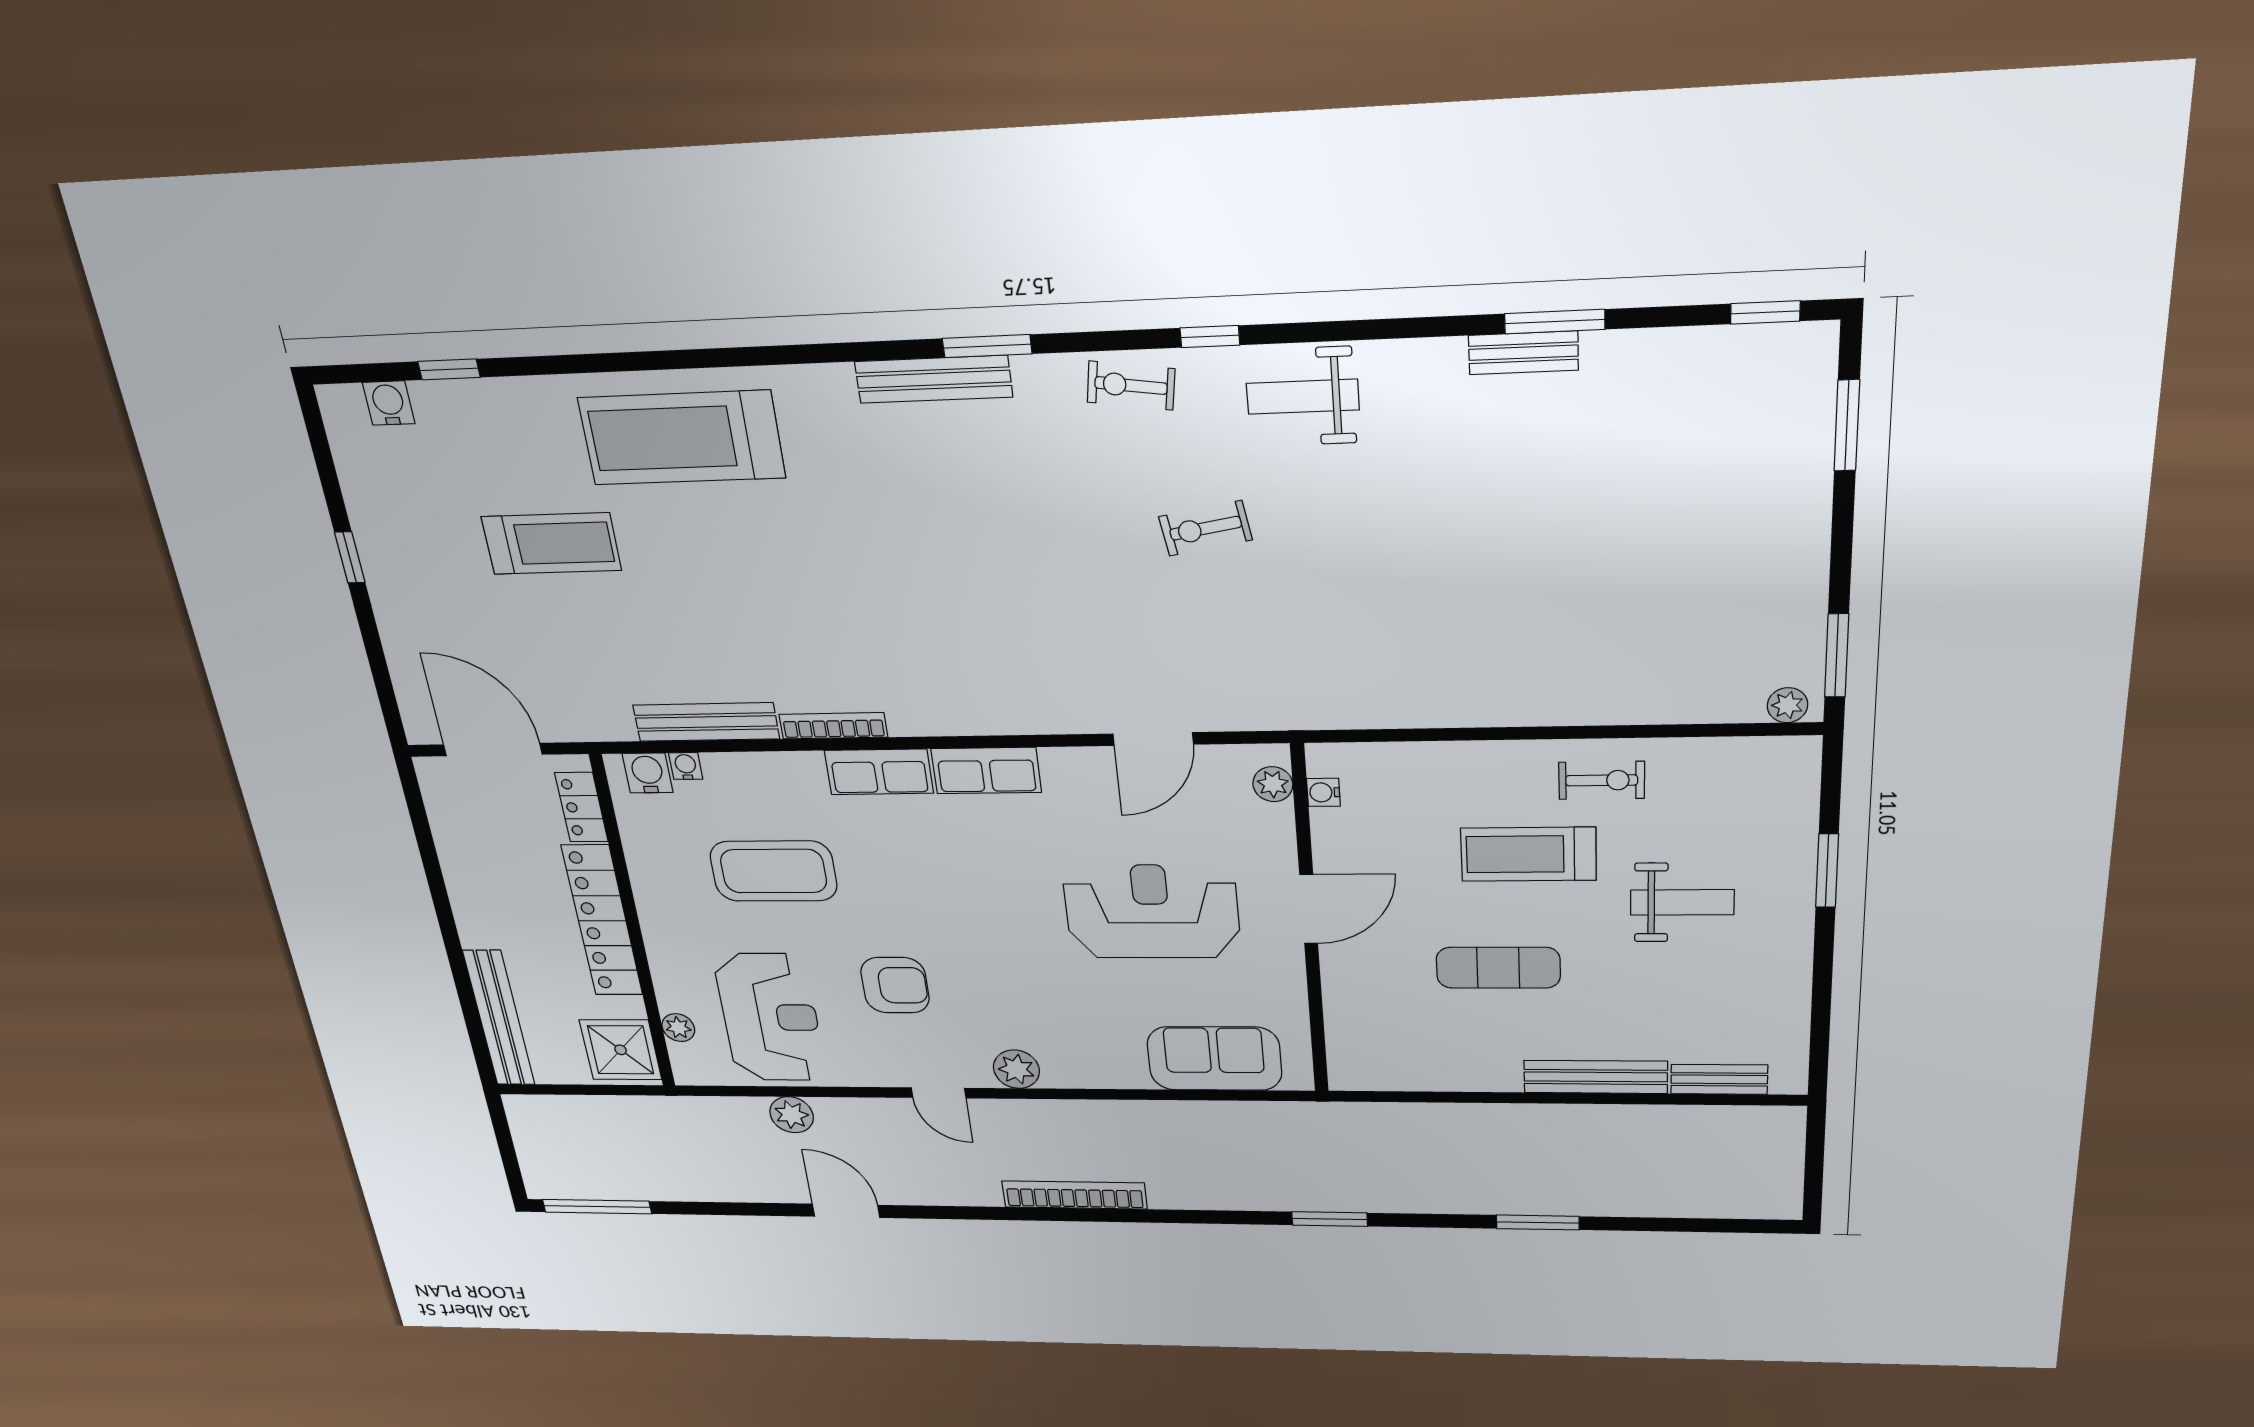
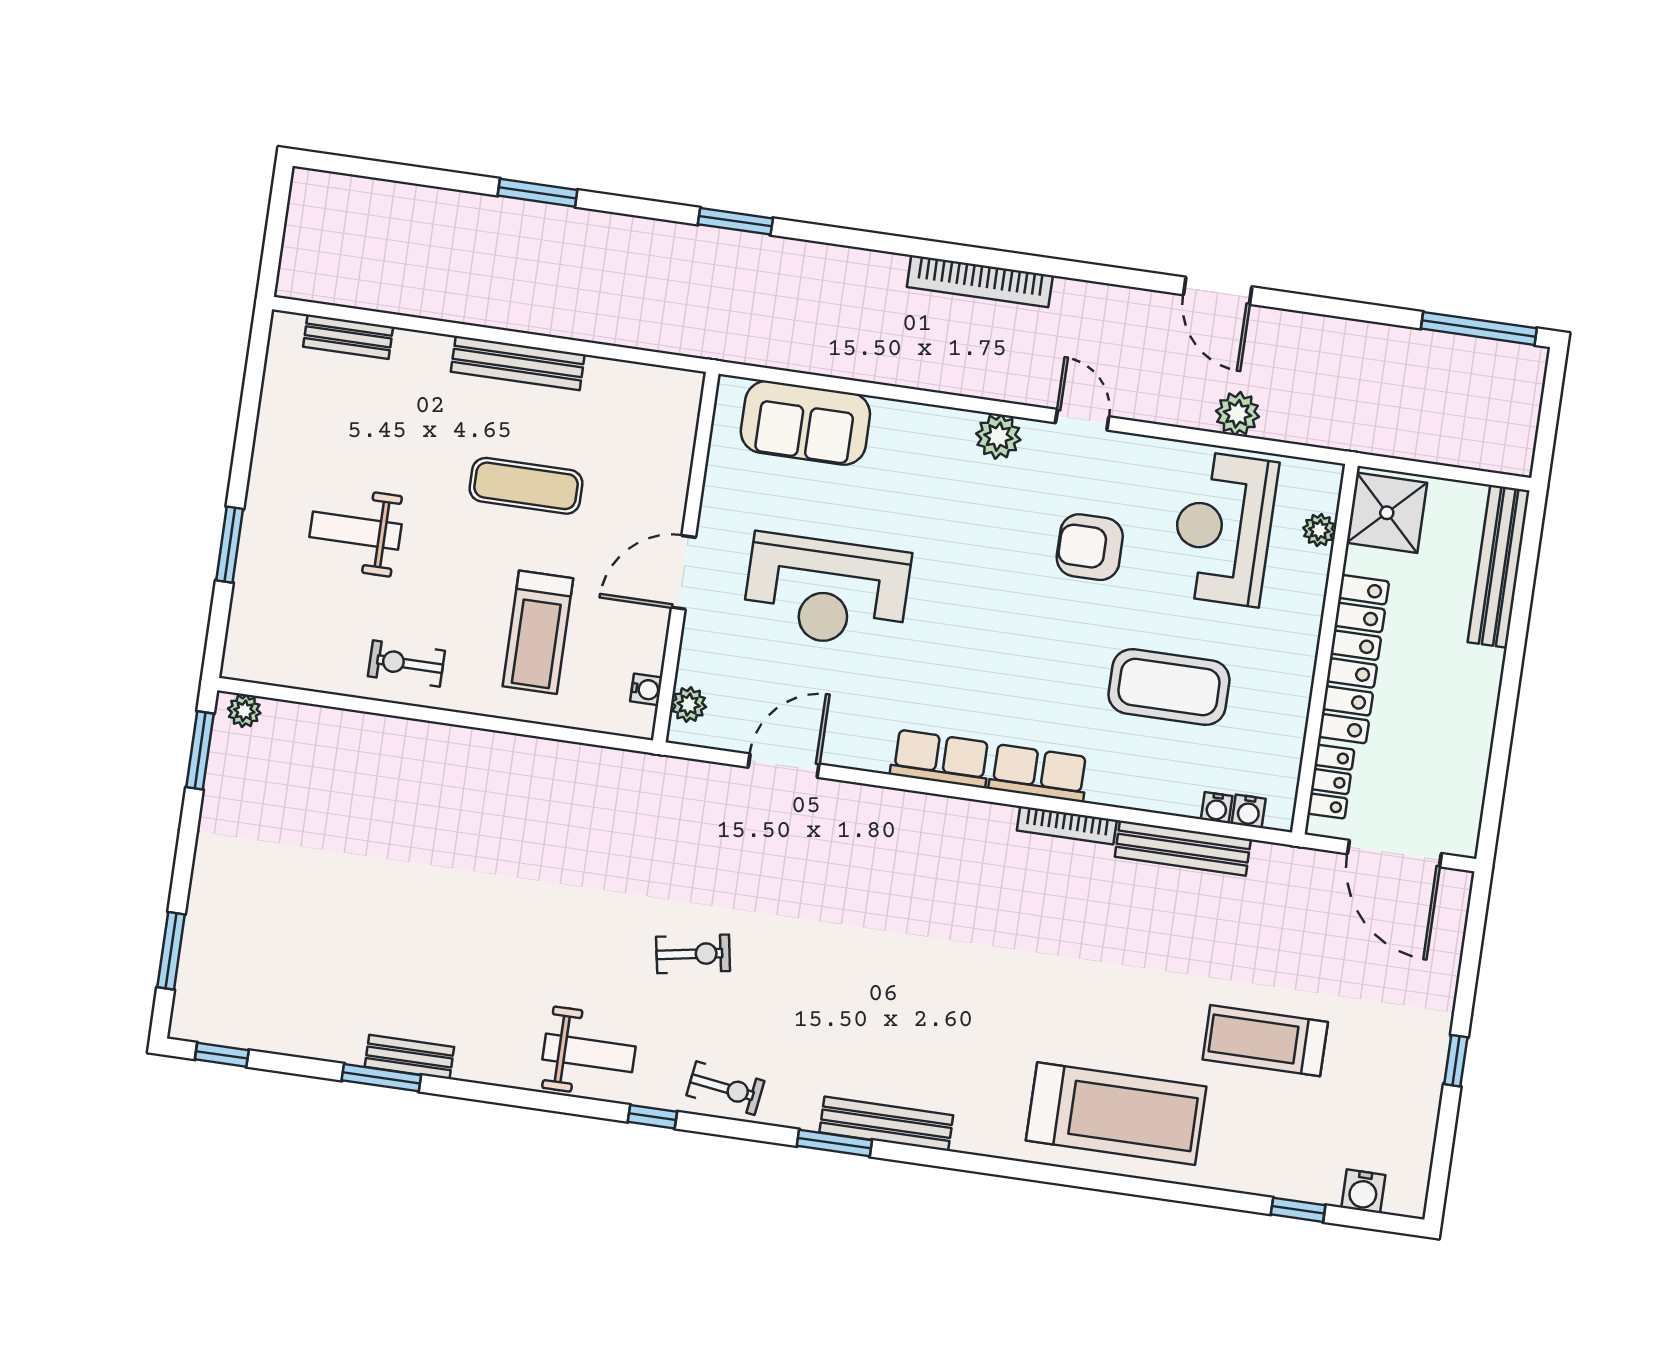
water cooler: (648, 773) -> (1249, 811), width x0.72, depth x0.72
treadmill: (1528, 854) -> (538, 632), moved, turned 90
bench: (1595, 1077) -> (518, 363), moved

